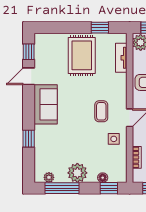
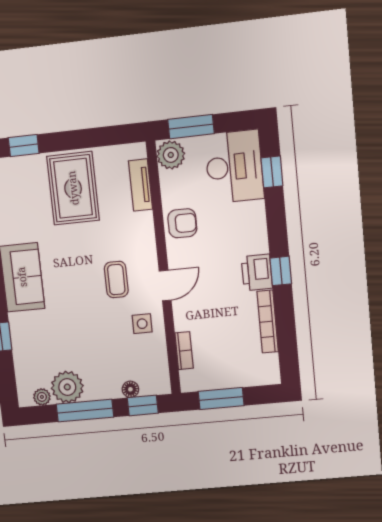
window: (100, 28) -> (24, 146), moved
plant: (77, 173) -> (67, 387), moved
window: (62, 188) -> (85, 411), moved

